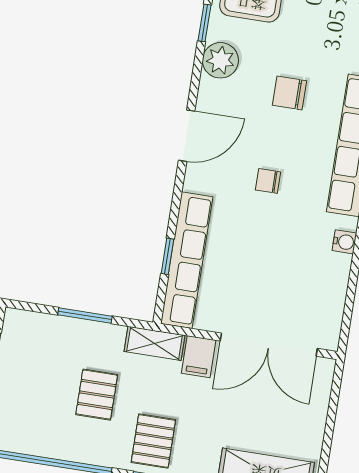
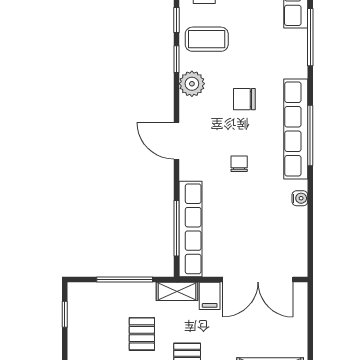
door: (187, 136) -> (176, 141), swing flipped
chair: (268, 181) -> (239, 164), turned 90
window: (168, 256) -> (176, 228), width x2.17
window: (85, 316) -> (125, 279), width x1.44

